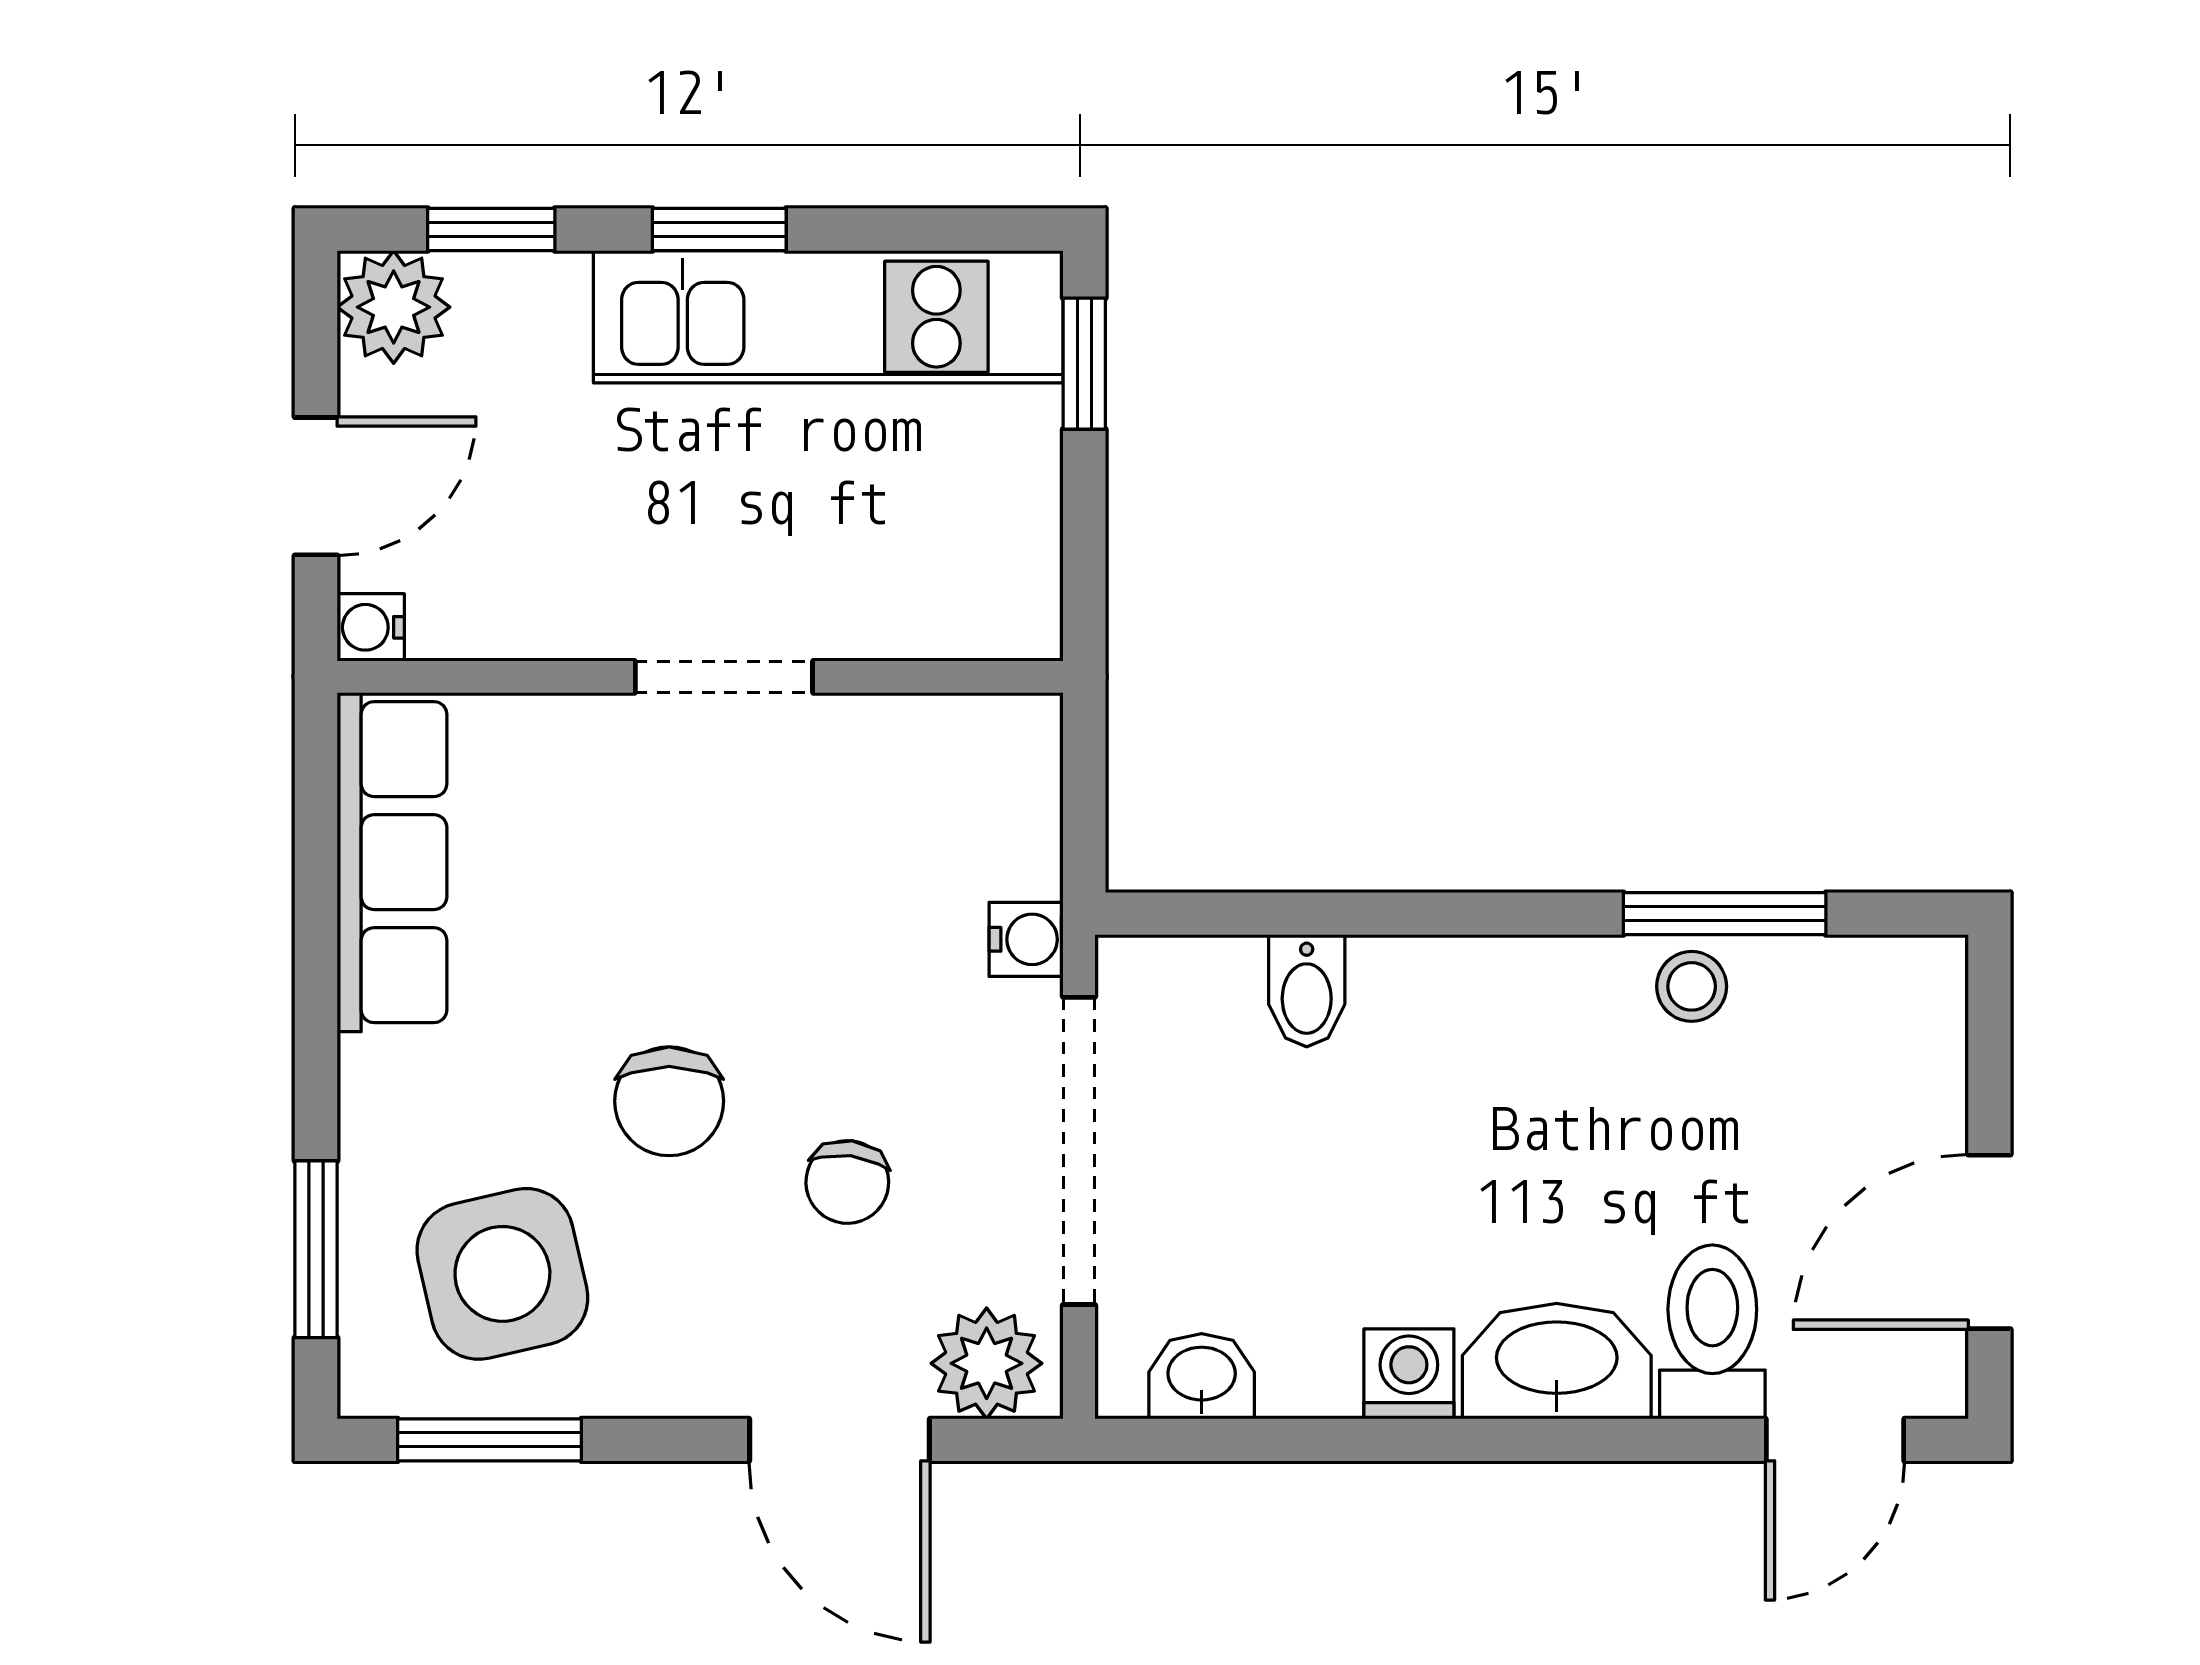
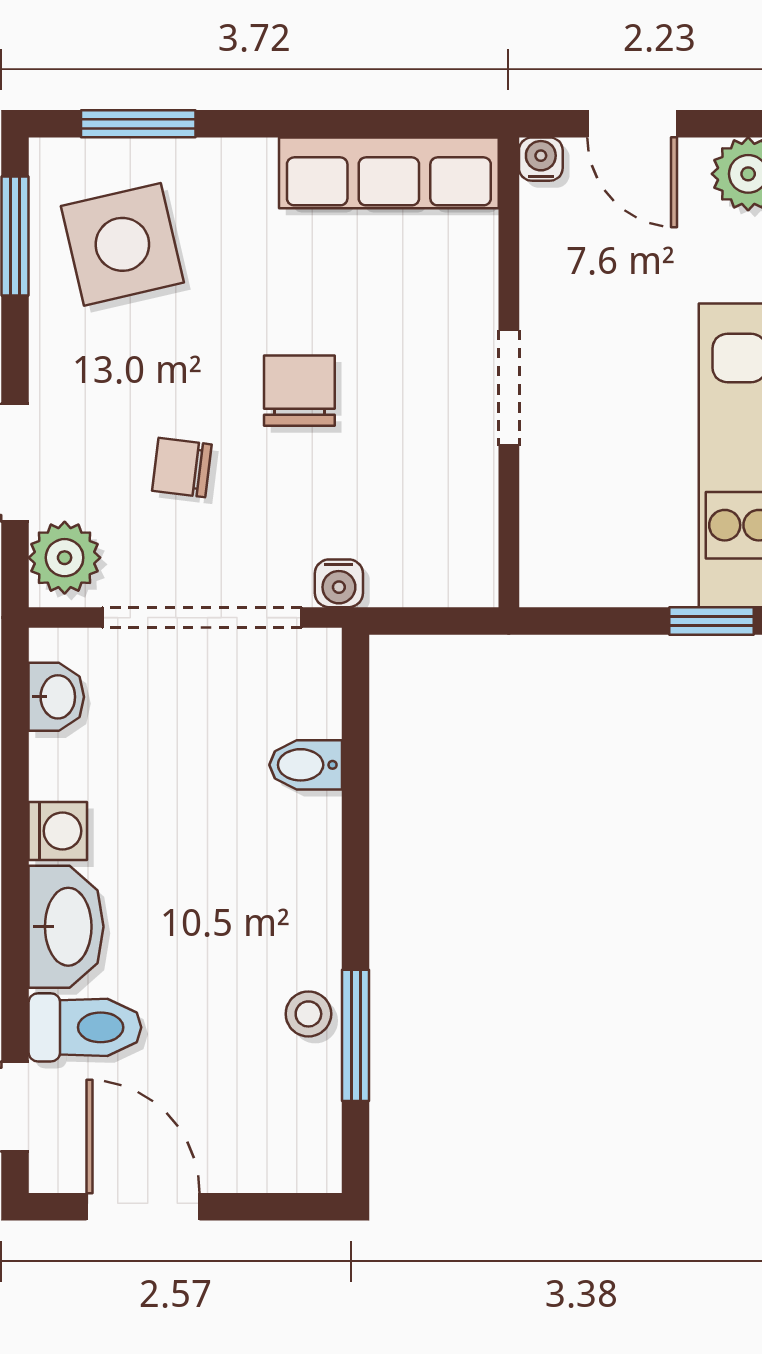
chair: (669, 1101) -> (299, 391), moved, turned 90

